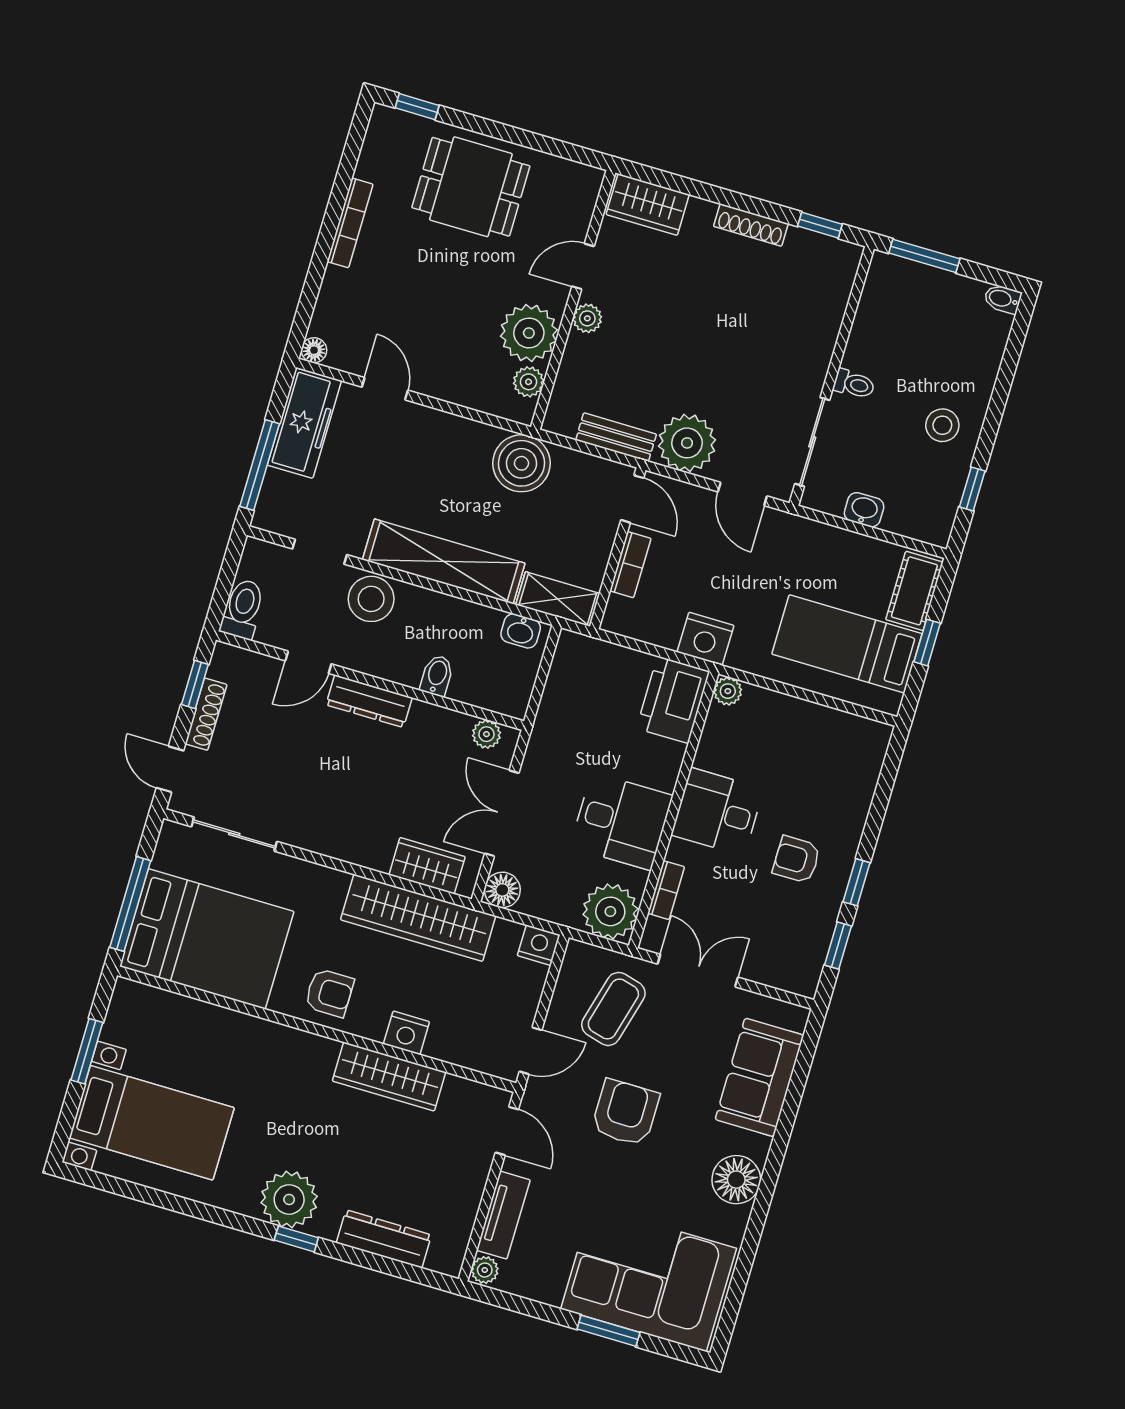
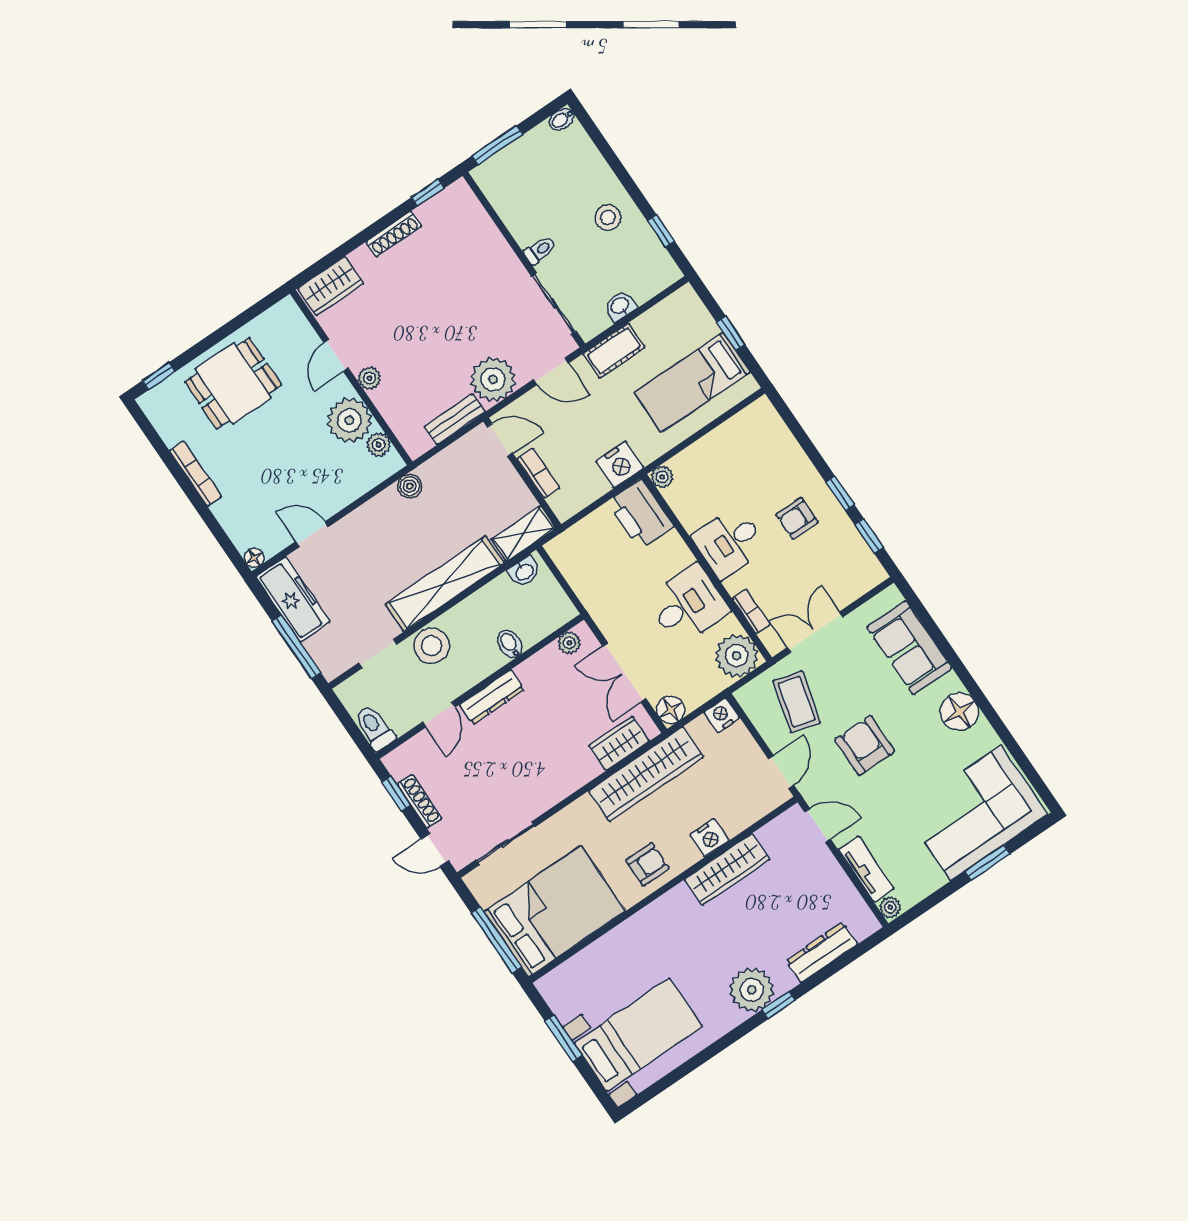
boiler: (521, 463) -> (410, 486), width x0.54, depth x0.54
cot: (914, 591) -> (614, 351), moved, turned 90

